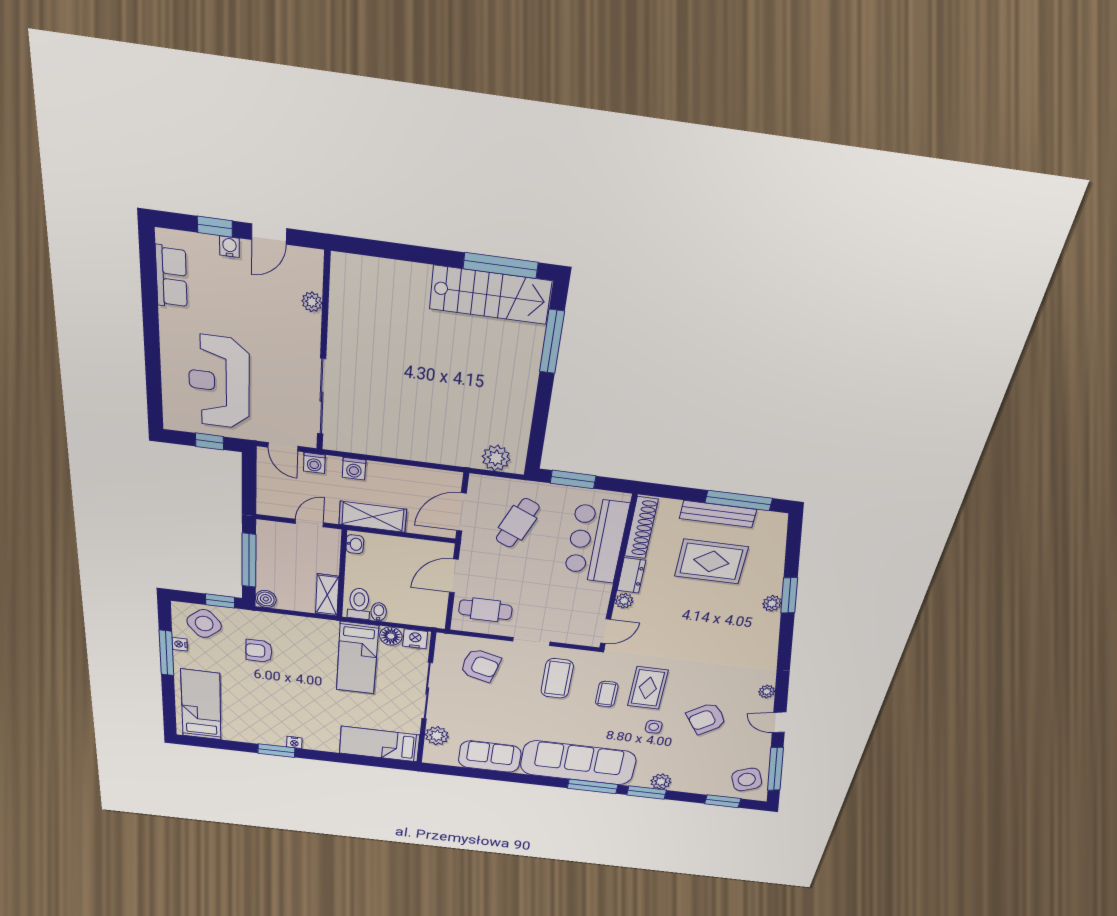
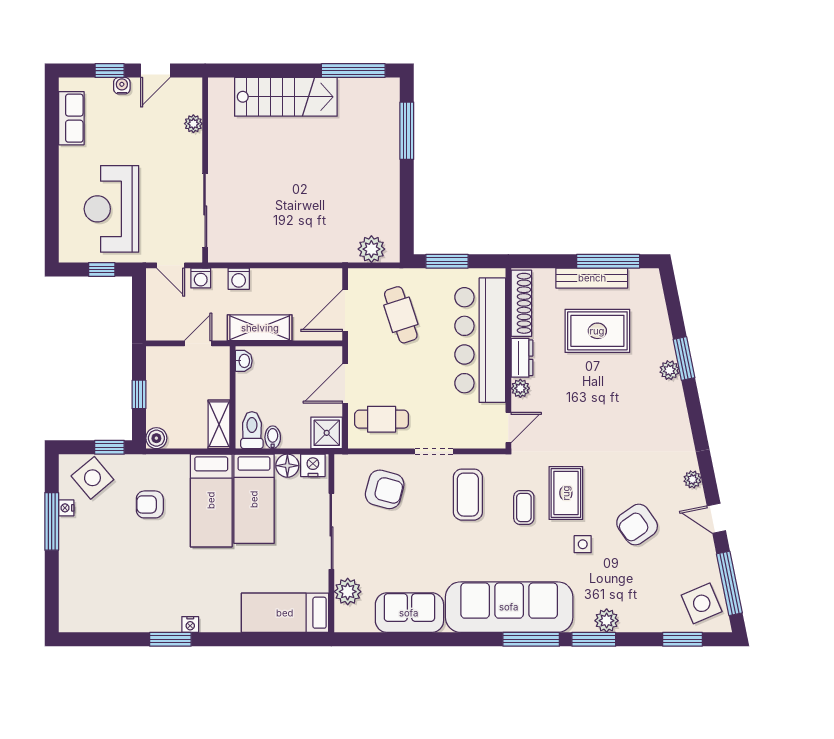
stairs: (490, 295) -> (286, 97), moved
cafe table: (518, 523) -> (401, 315), turned -42
bar counter: (596, 541) -> (480, 340), width x1.36
window: (249, 560) -> (139, 394), width x0.46
shower: (431, 614) -> (327, 433), added
bed: (201, 705) -> (211, 500), moved, turned 180

